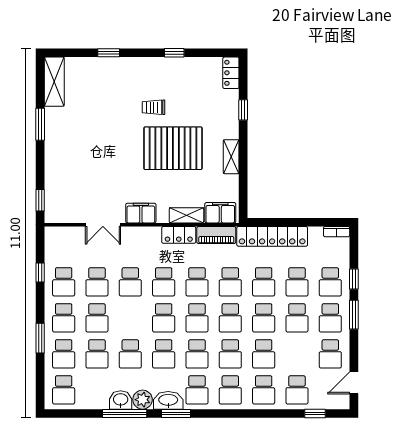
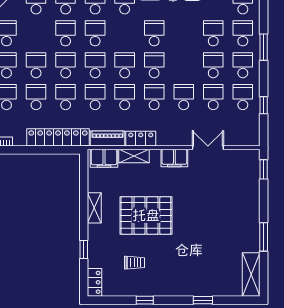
trolley: (154, 107) -> (134, 263), moved
school desk: (130, 354) -> (184, 33), removed
school desk: (197, 354) -> (125, 33), removed

